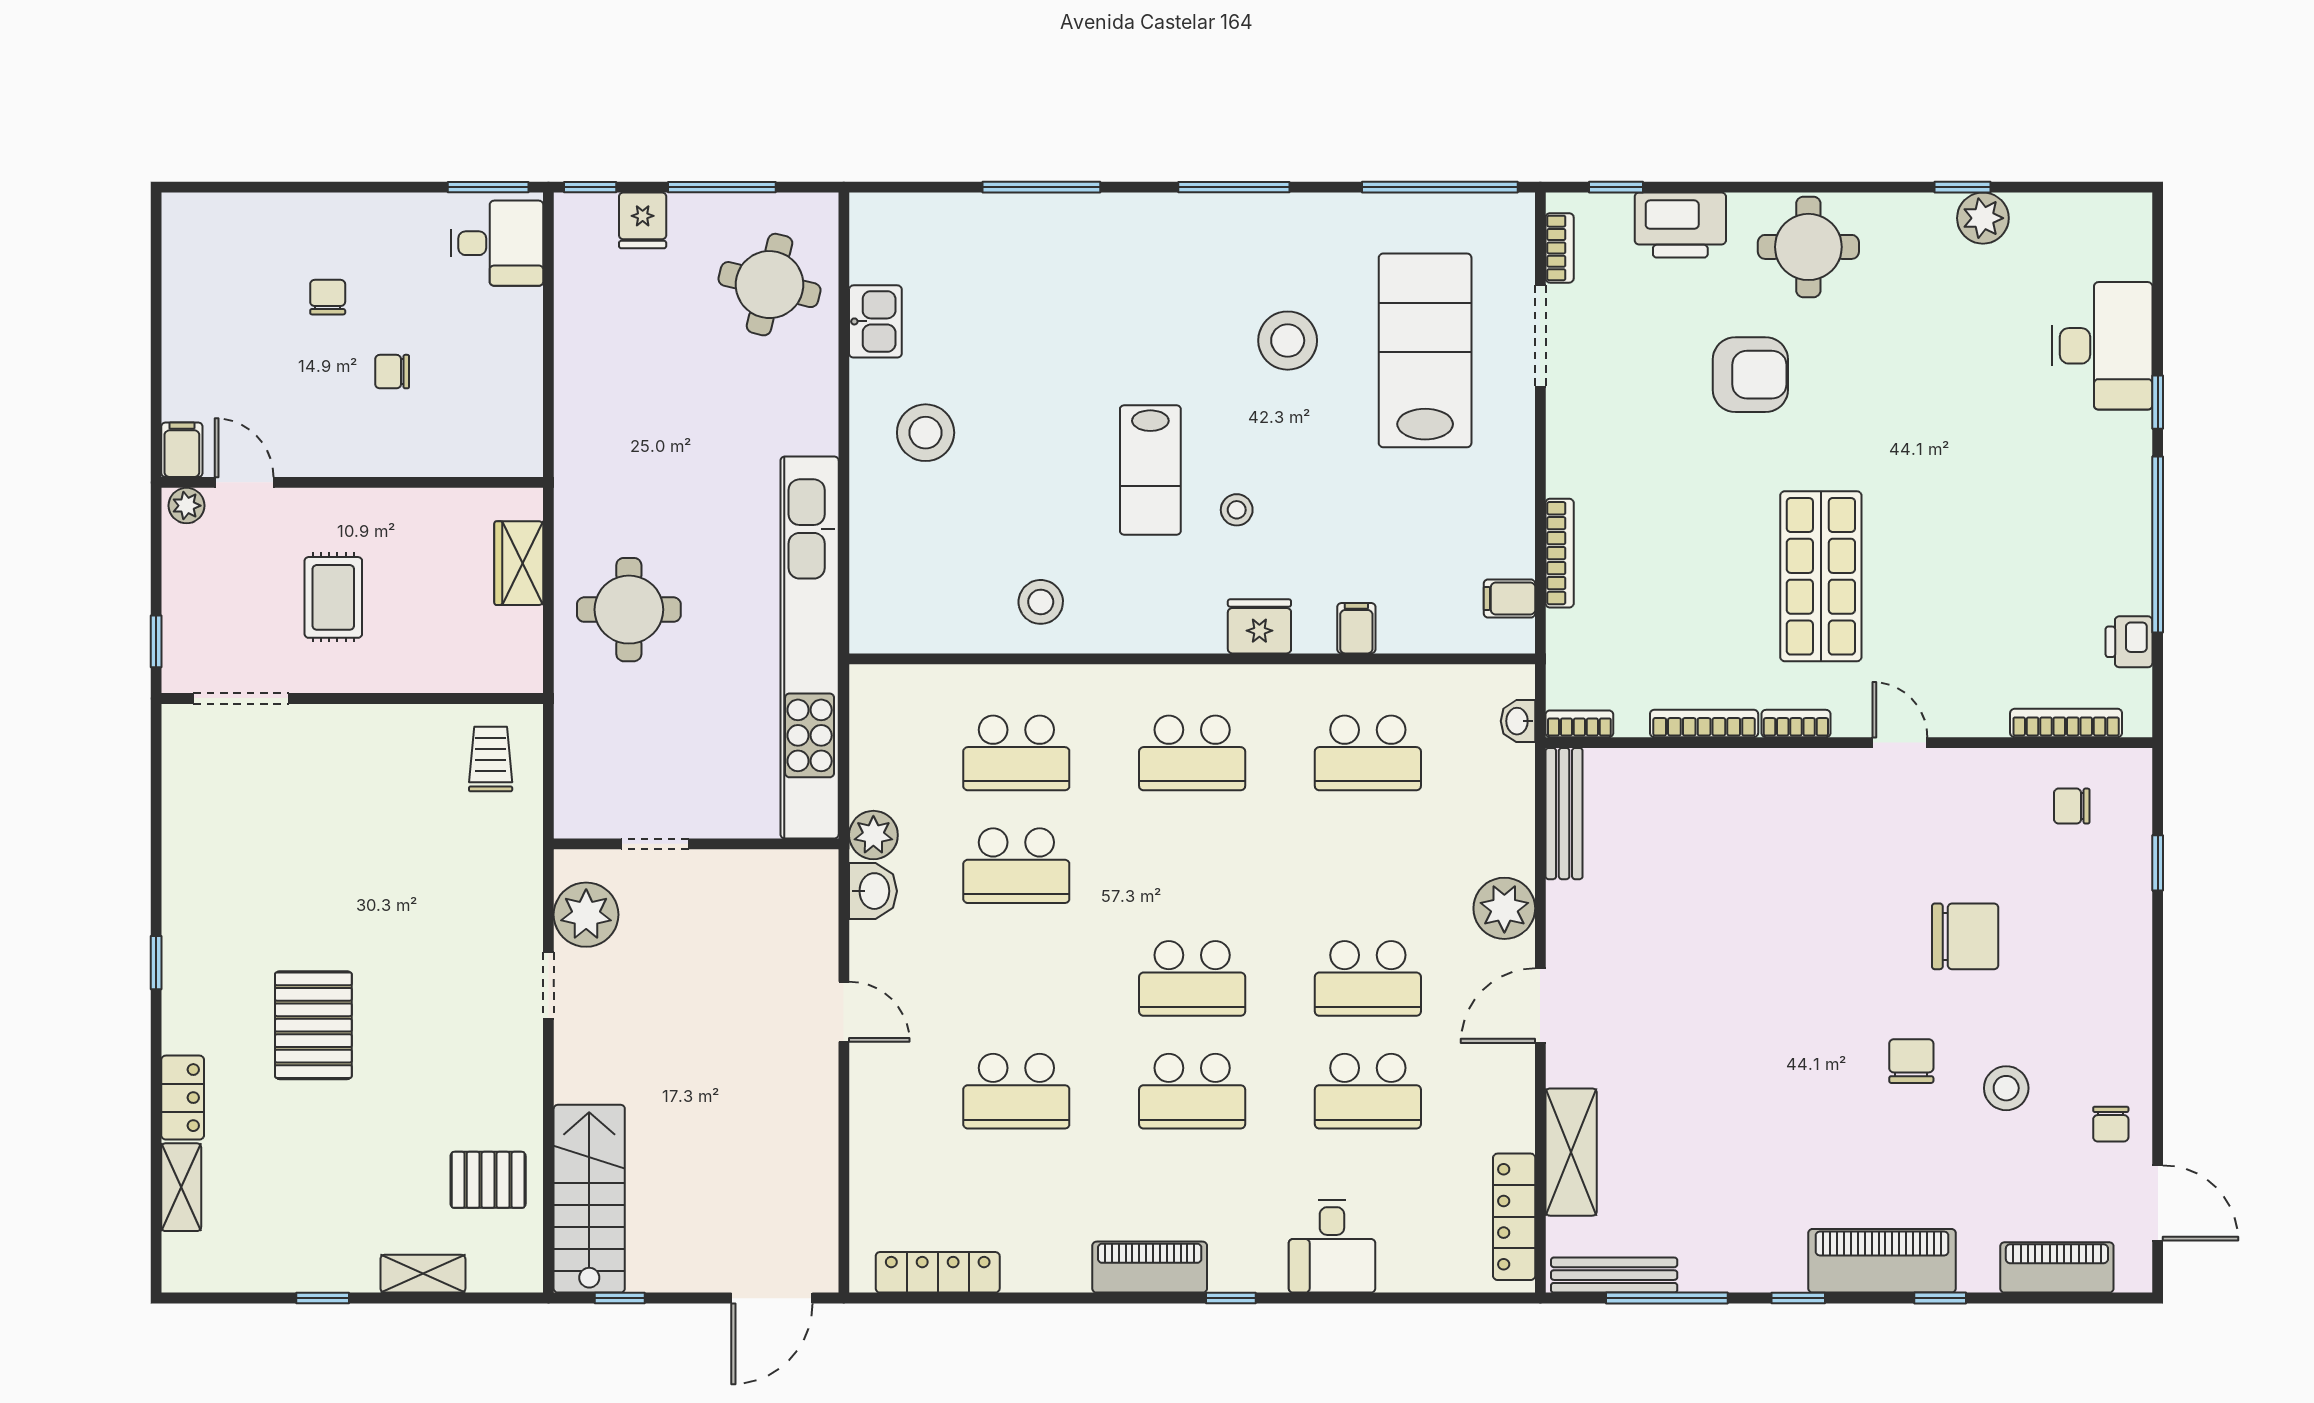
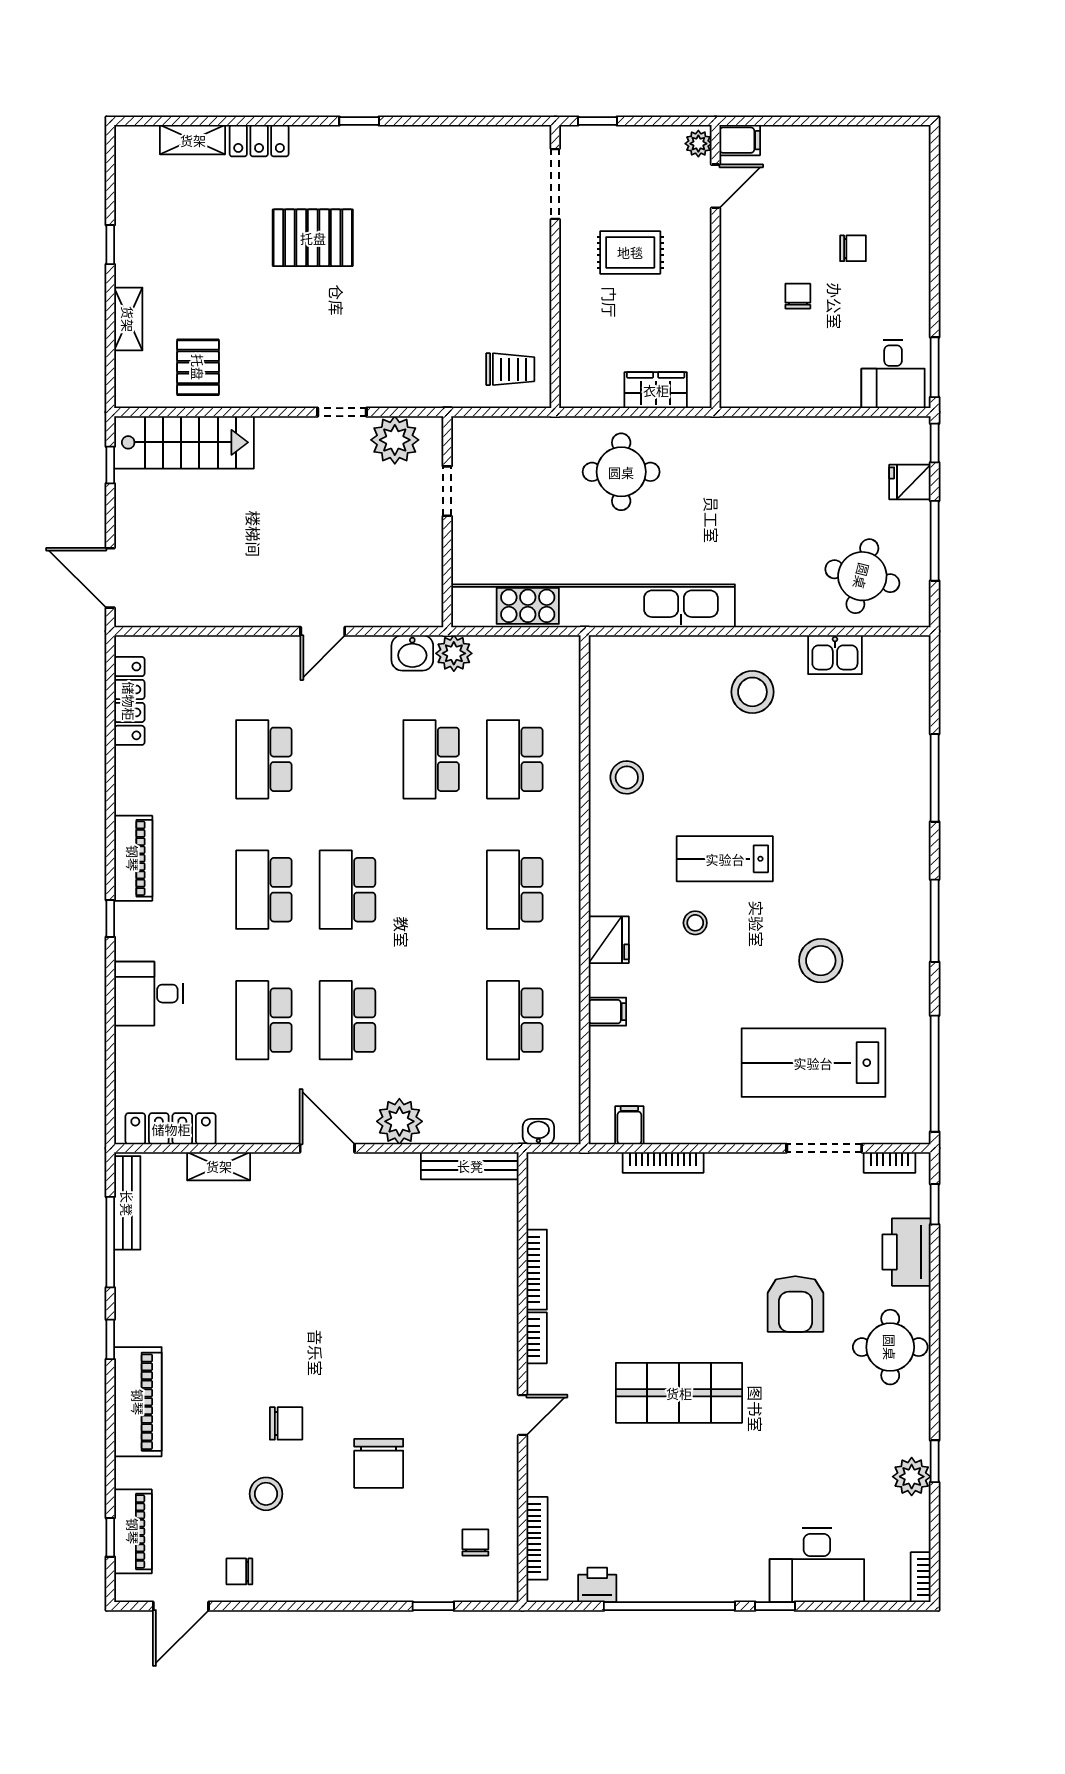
lab bench: (1425, 350) -> (813, 1063), turned 180
shop shelf: (1821, 576) -> (679, 1393), moved
bookcase: (1579, 724) -> (921, 1577), moved, turned 180
shelving: (1571, 1152) -> (219, 1166), width x0.67, depth x0.75
window: (1940, 1298) -> (110, 1537), moved

